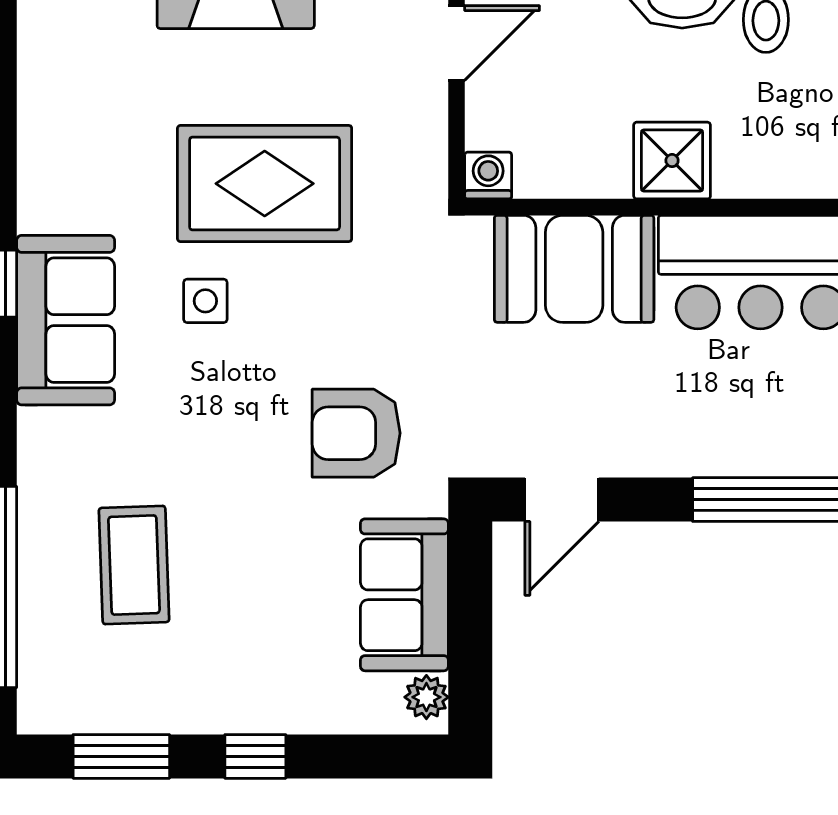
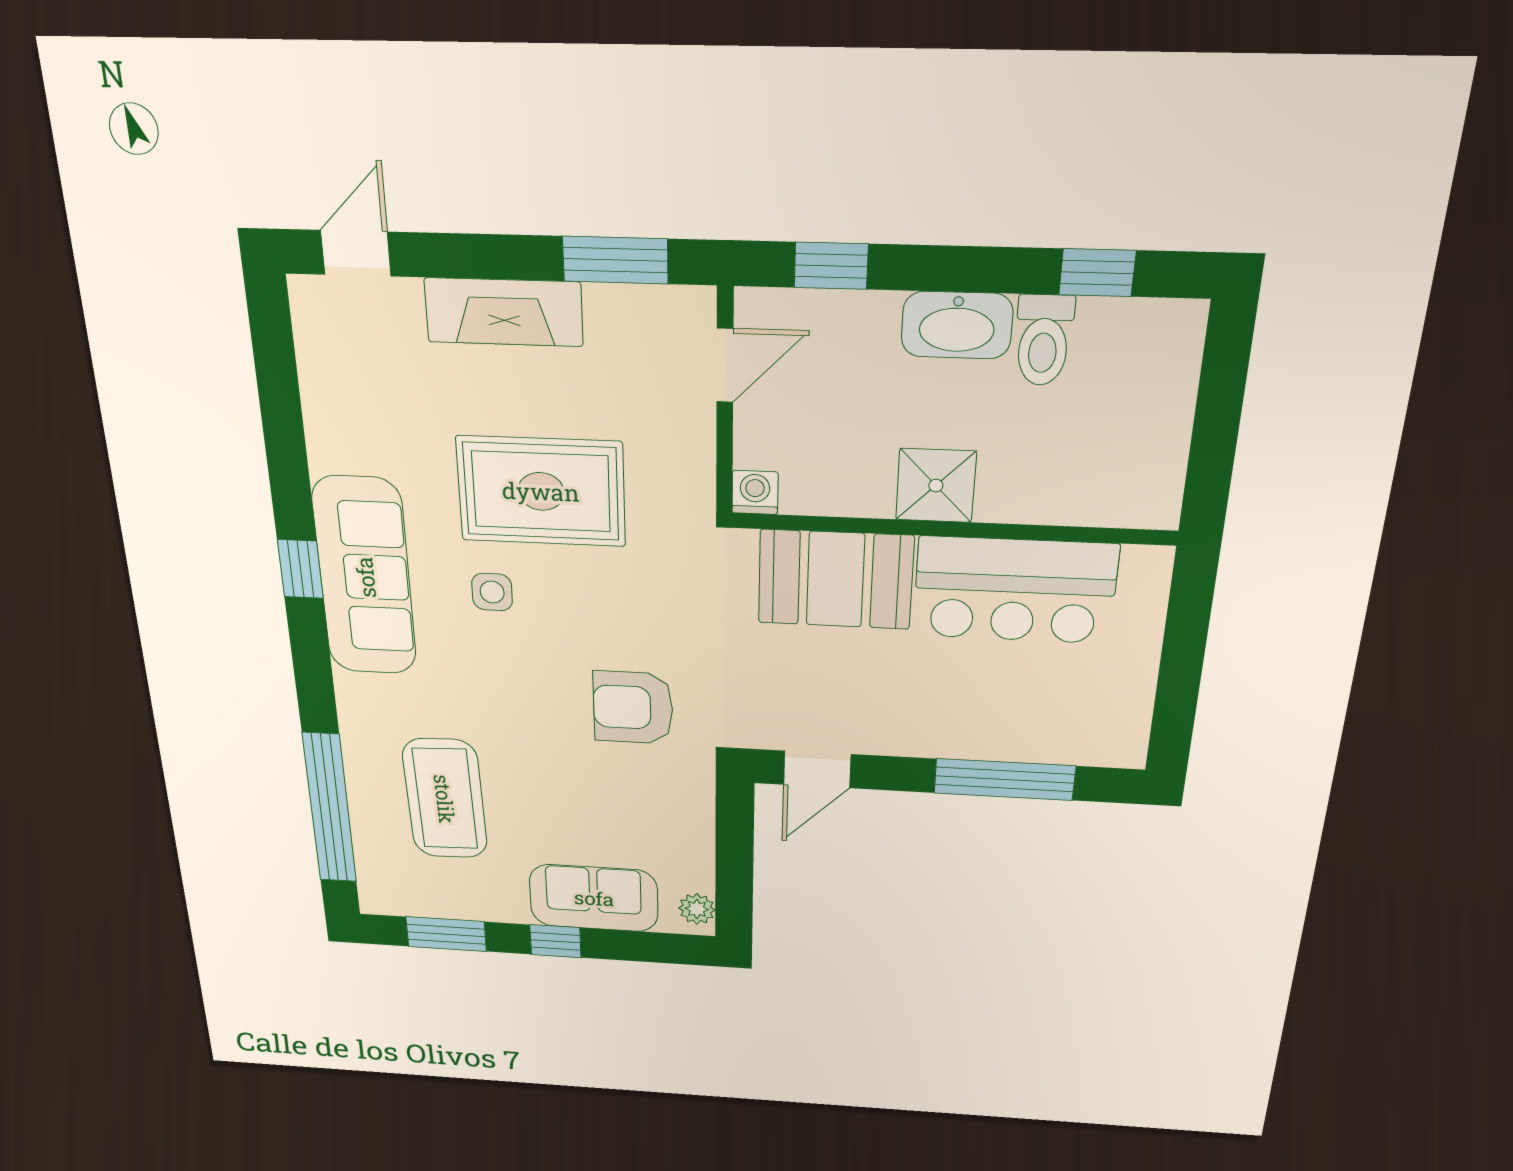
sofa: (66, 320) -> (365, 577), width x1.36
coffee table: (134, 565) -> (445, 799), width x1.36, depth x1.32
sofa: (404, 595) -> (594, 898), moved, turned 90

